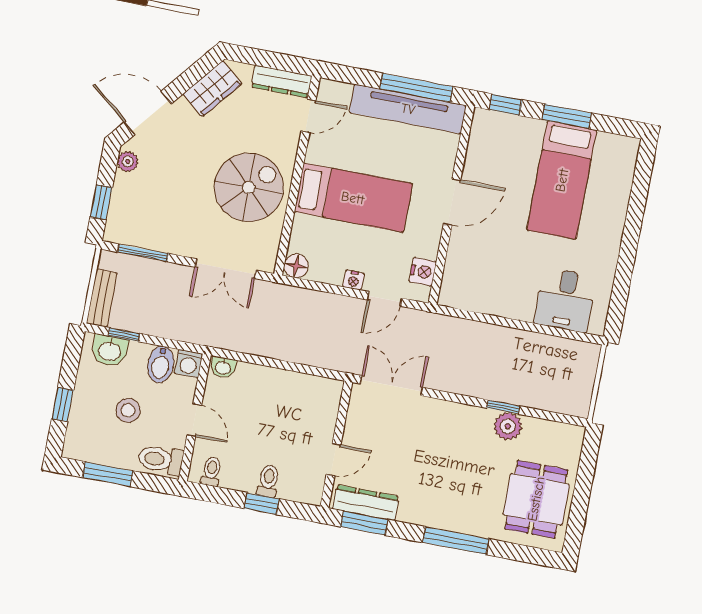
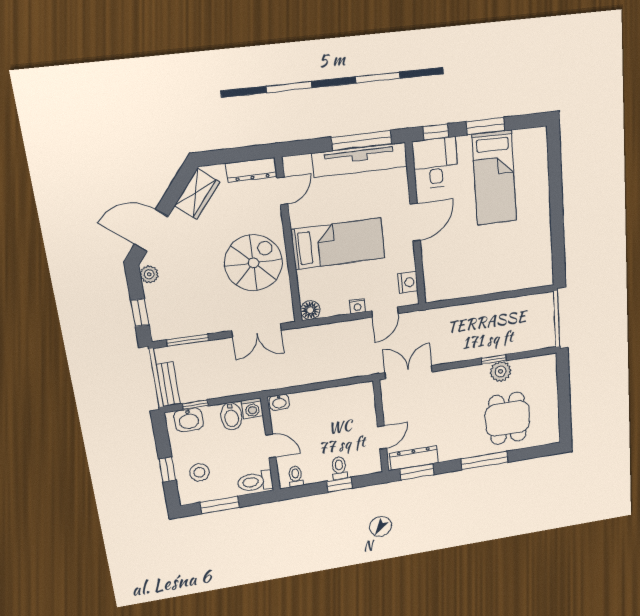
desk: (565, 300) -> (435, 163), moved, turned 180
stool: (128, 410) -> (199, 472), moved
dining table: (536, 499) -> (507, 418), moved

